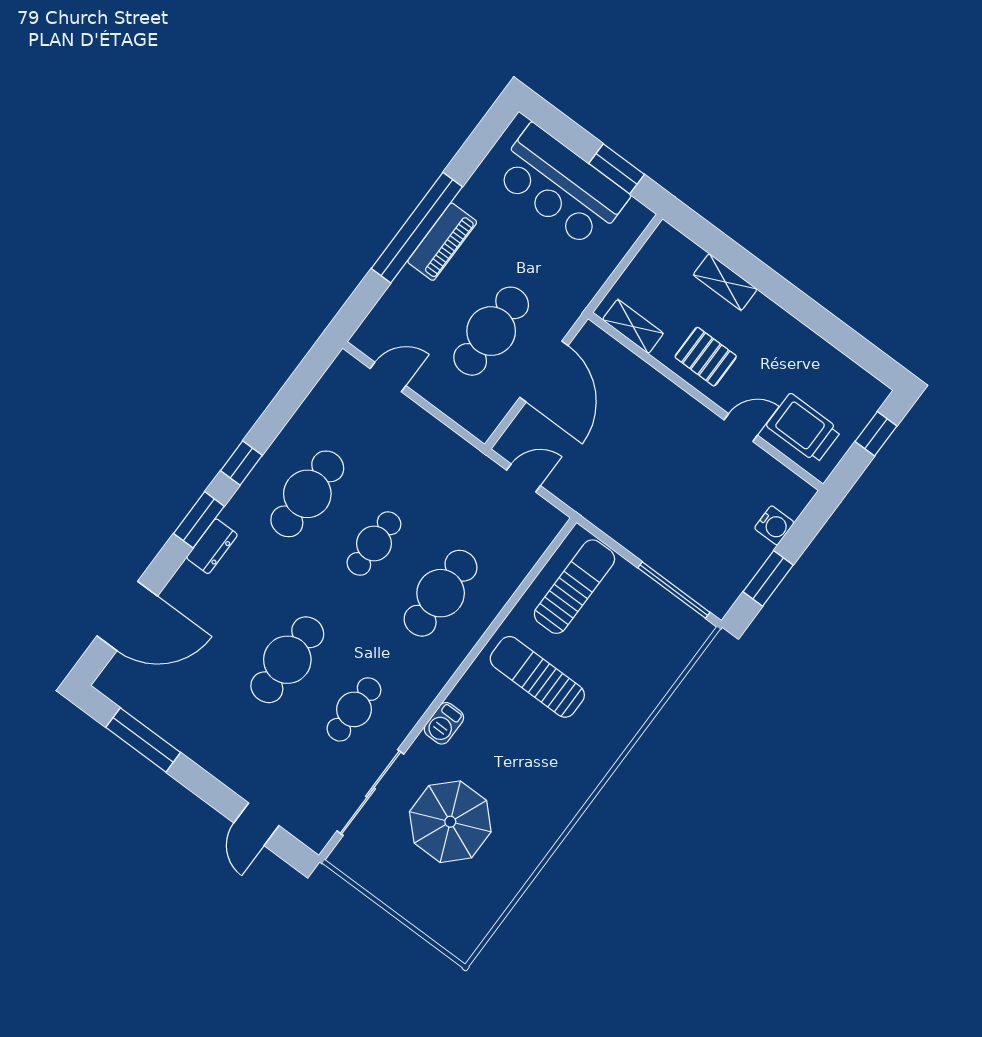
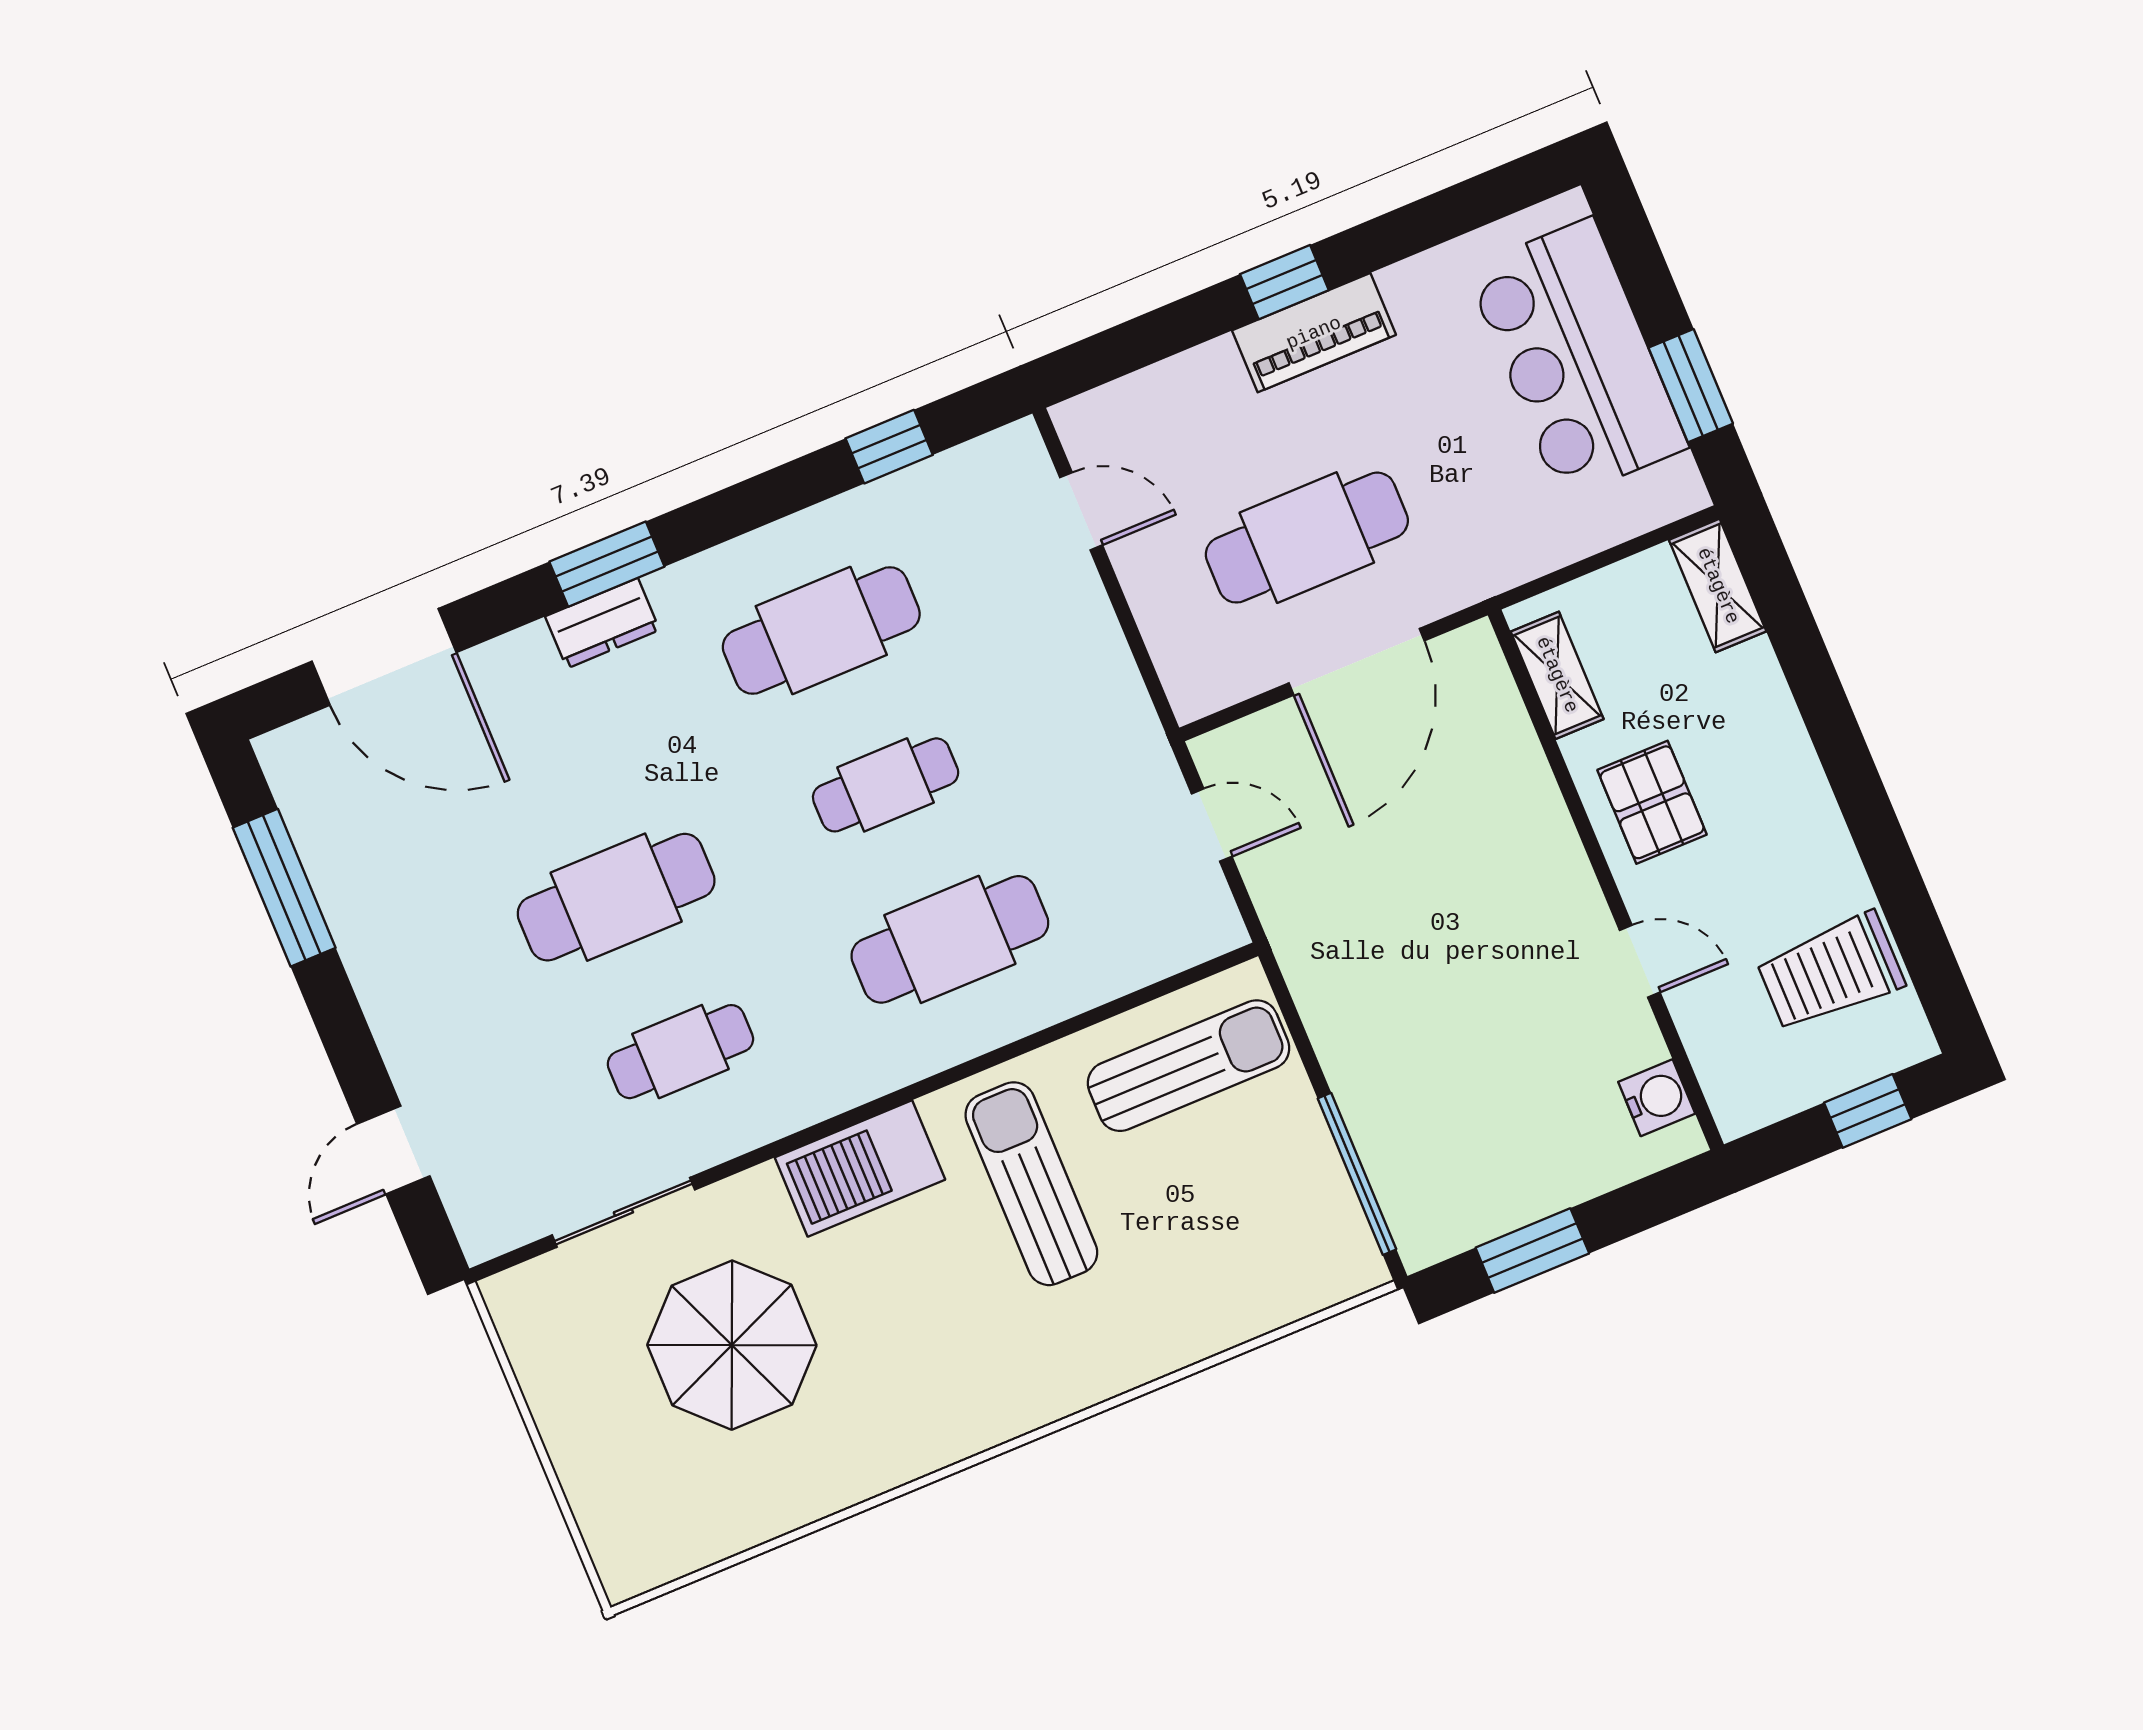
window: (417, 228) -> (1284, 282), width x0.32
shelving: (725, 282) -> (1718, 586), moved
trolley: (804, 428) -> (1831, 972), moved, turned -90
window: (241, 463) -> (889, 447), moved
water cooler: (774, 525) -> (1657, 1098), moved, turned -90
barbecue: (444, 723) -> (860, 1168), width x1.88, depth x1.53
sliding door: (370, 793) -> (623, 1212), width x0.73

